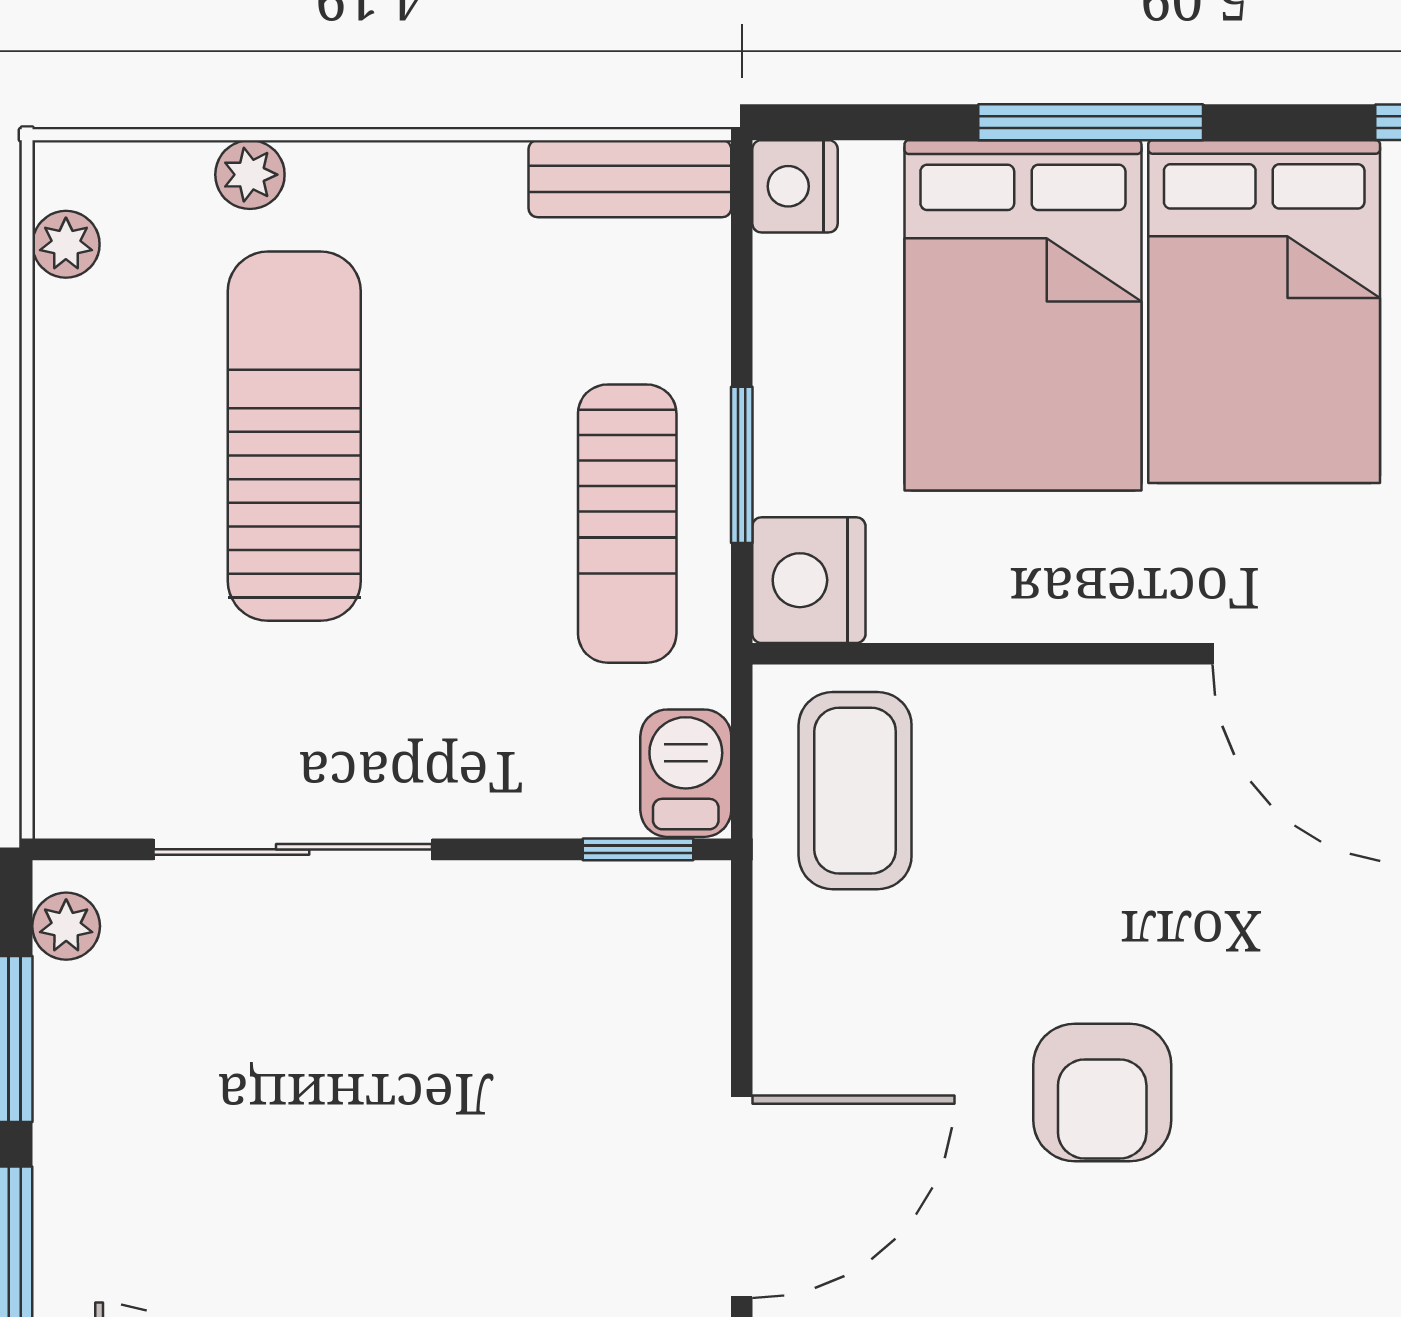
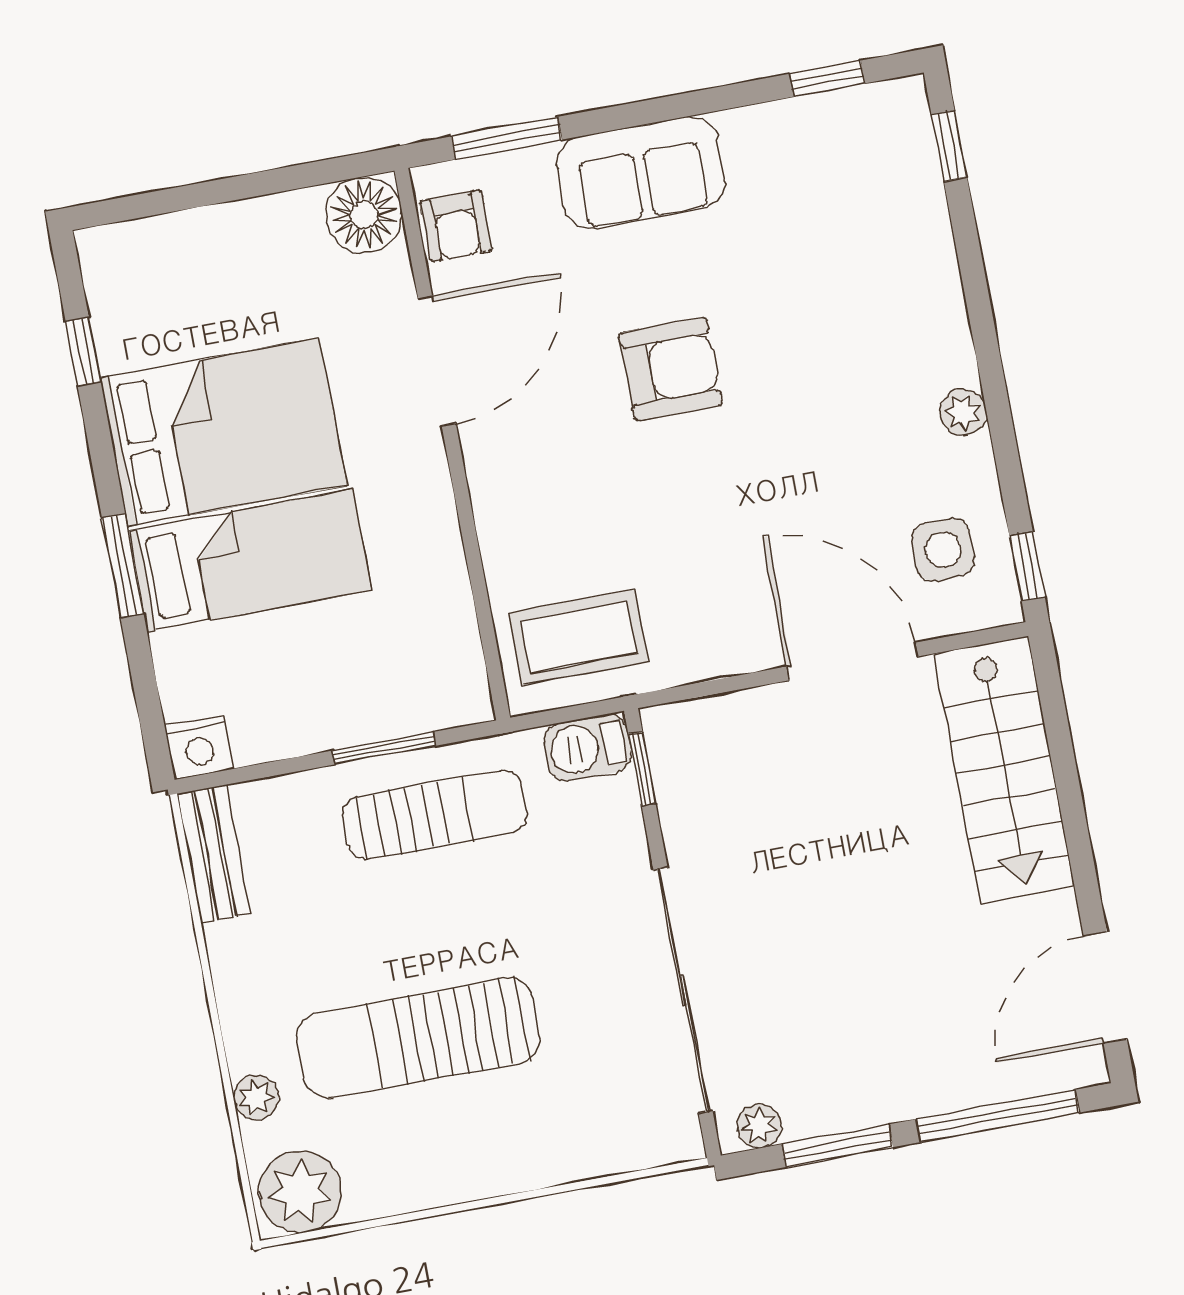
window: (1091, 122) -> (123, 566), width x0.69
plant: (66, 244) -> (300, 1192), width x1.88, depth x1.88
bed: (1023, 315) -> (250, 561), width x0.67
nightstand: (809, 580) -> (449, 692), removed
sliding door: (293, 849) -> (683, 990), width x1.36
armchair: (1102, 1092) -> (671, 369), moved

